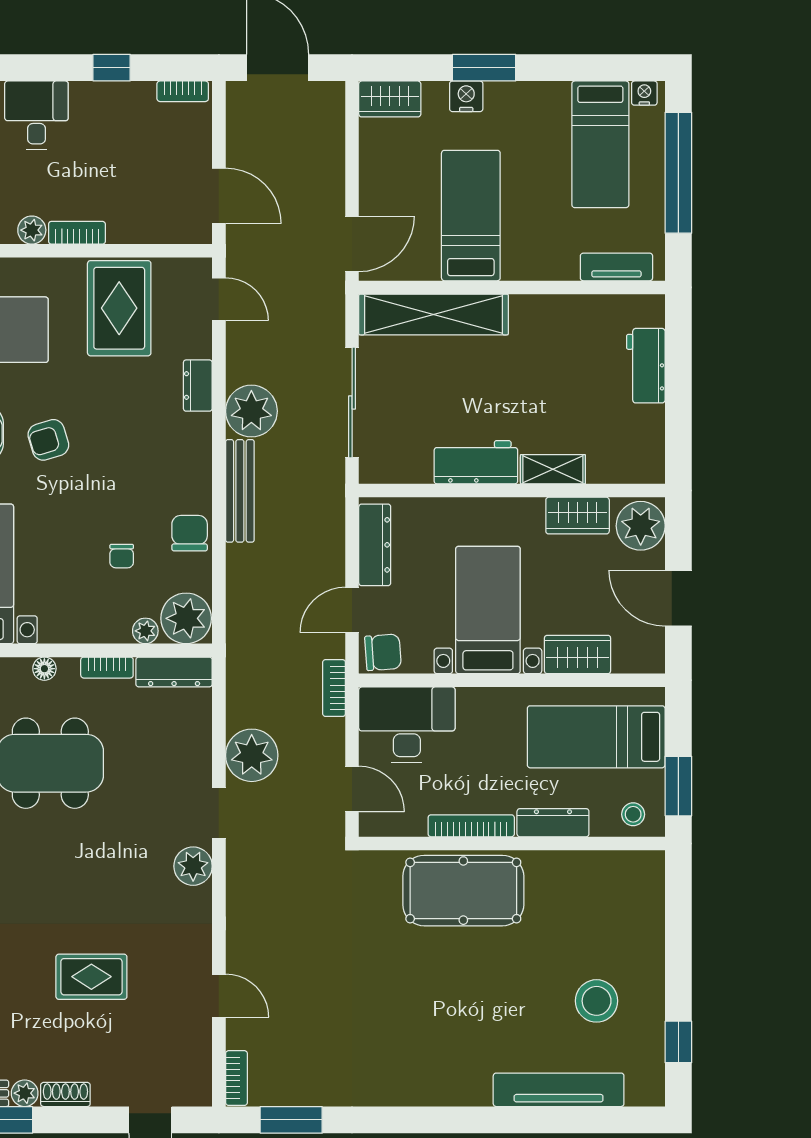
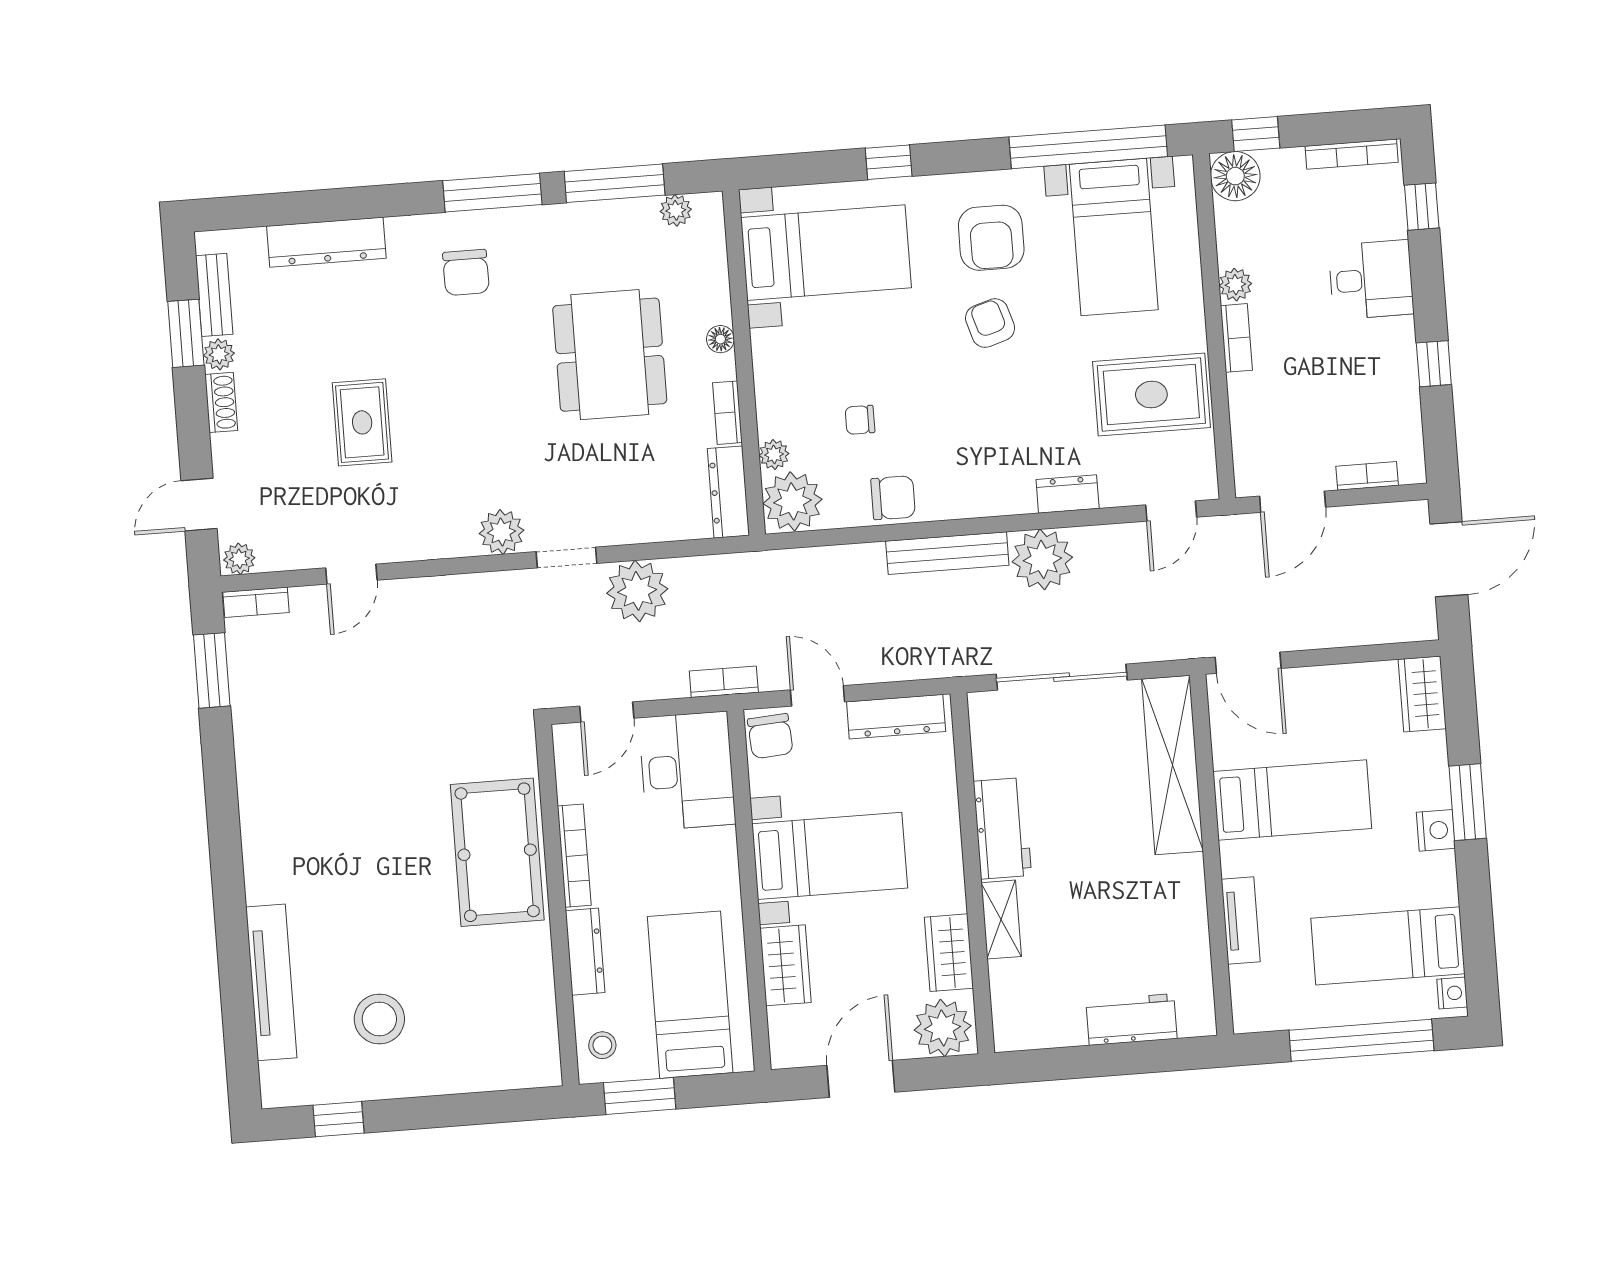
bookcase: (183, 91) -> (1367, 476), moved, turned 90
nightstand: (466, 96) -> (1436, 830), moved
tv unit: (616, 267) -> (1241, 921), moved
plant: (199, 1089) -> (239, 559), added

